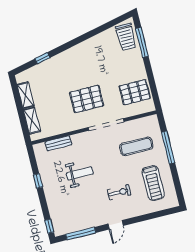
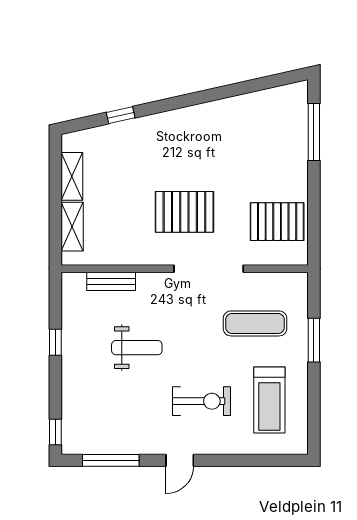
trolley: (126, 37) -> (287, 115), removed
window: (168, 147) -> (314, 340), width x0.69
exercise bike: (119, 192) -> (201, 401), width x1.38, depth x1.39

